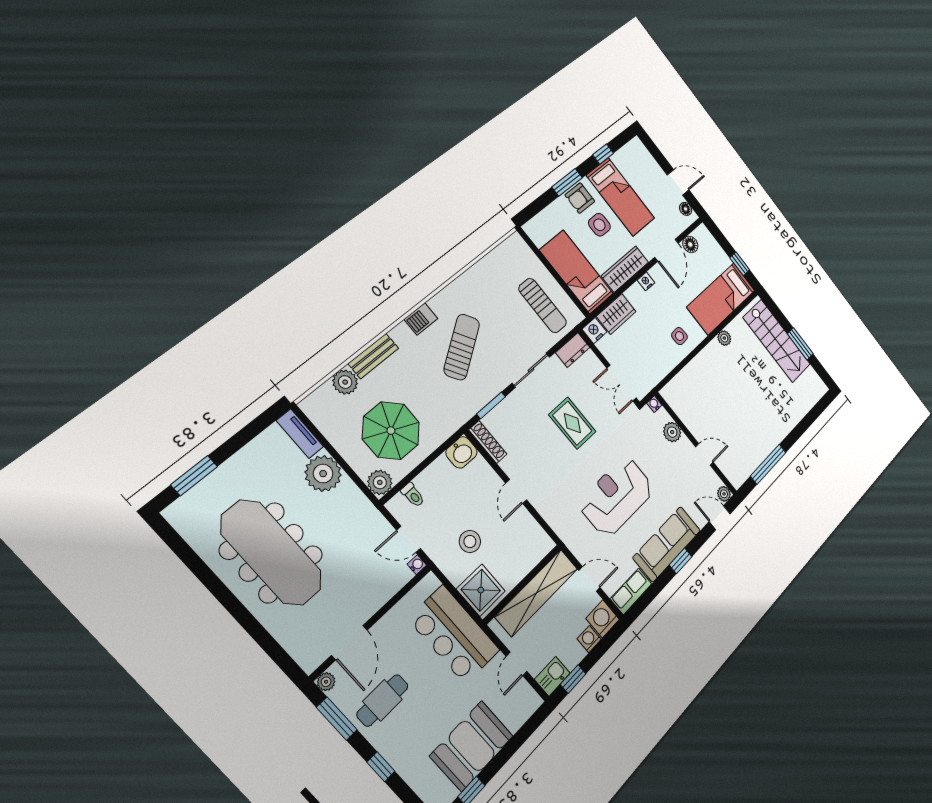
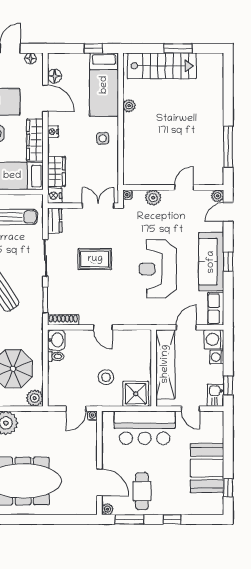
double door: (622, 383) -> (98, 206), swing flipped
toilet: (413, 495) -> (56, 356), moved

